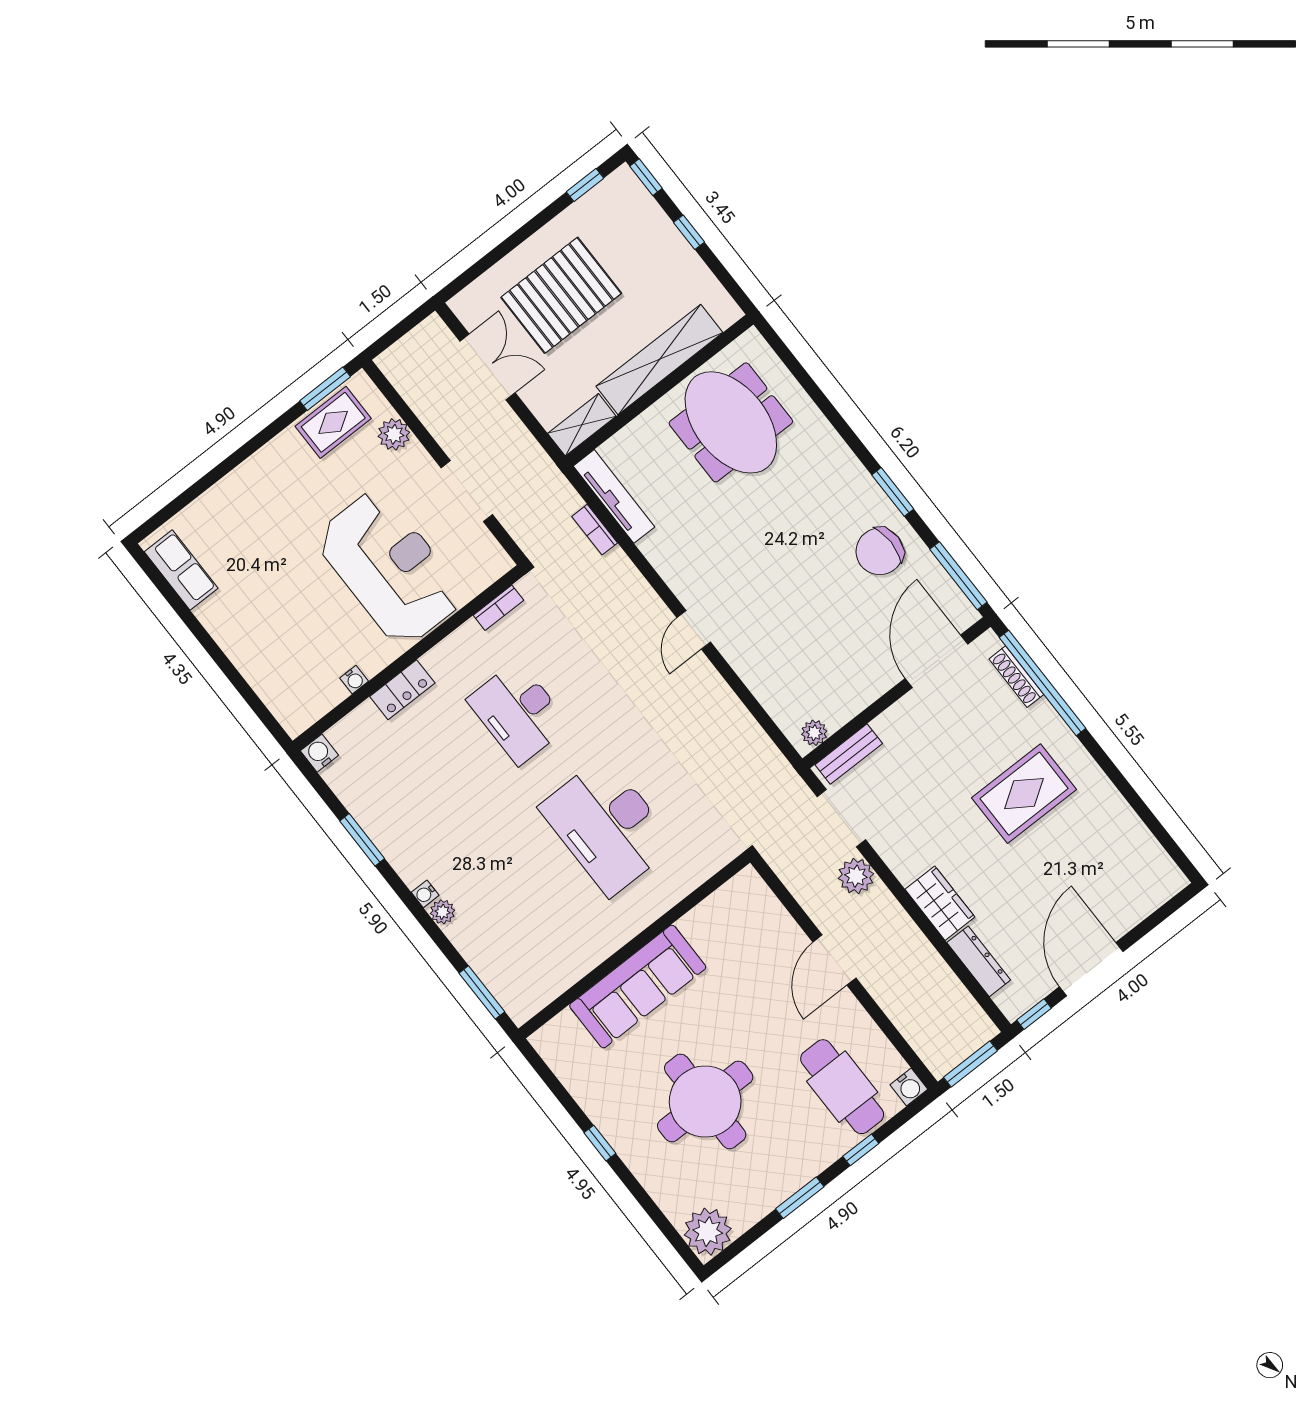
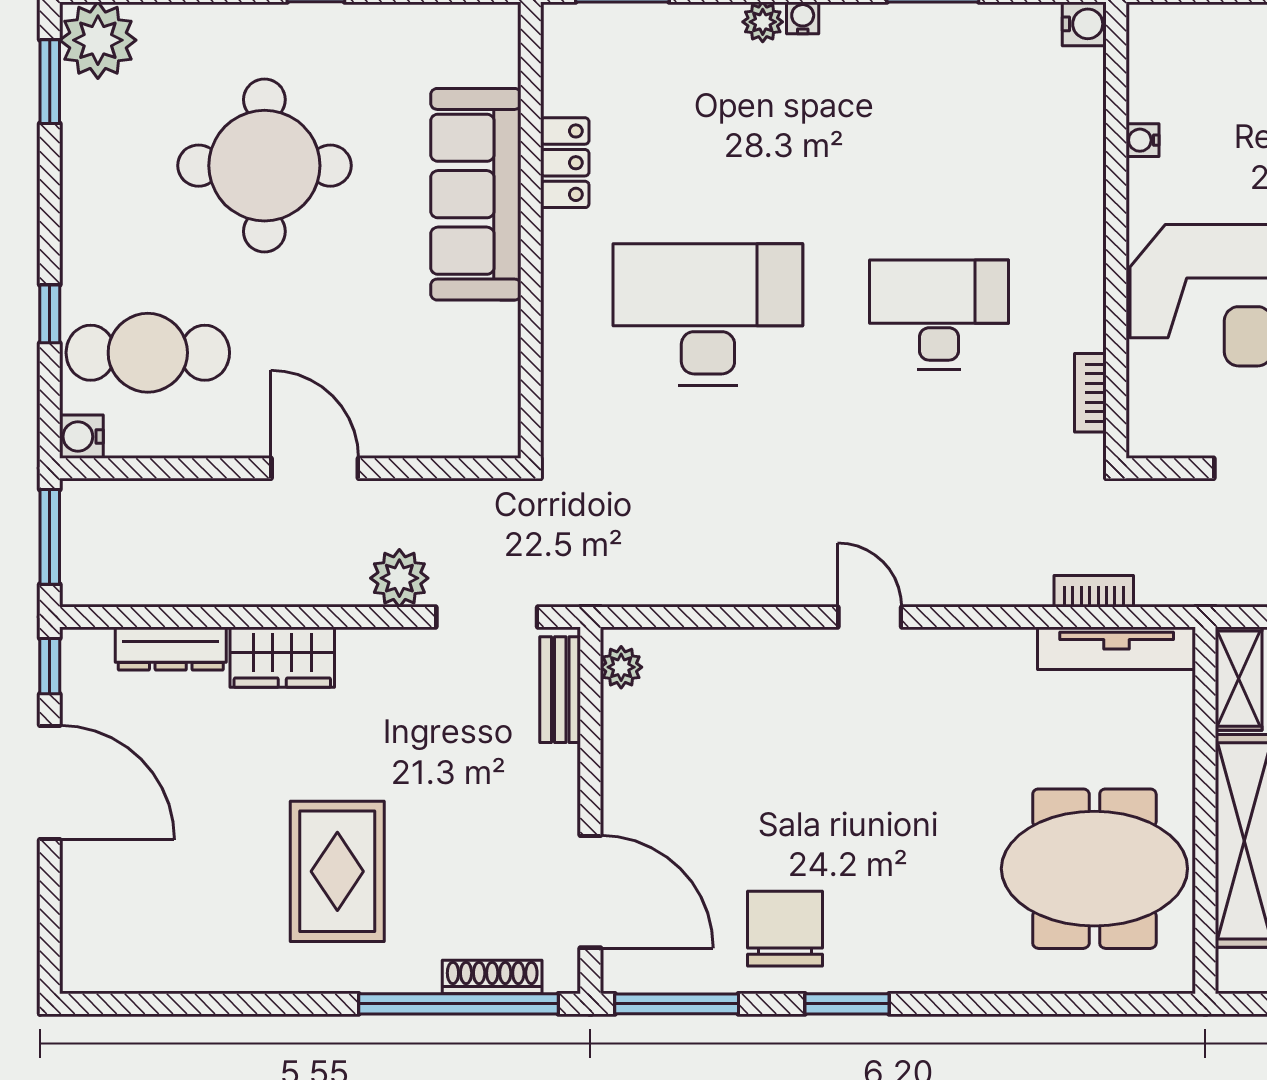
locker: (402, 690) -> (565, 163), moved, turned 180
window: (800, 1198) -> (50, 82), moved

